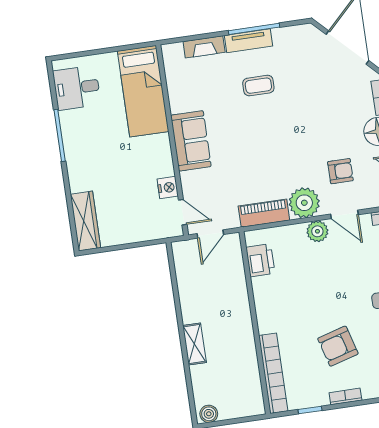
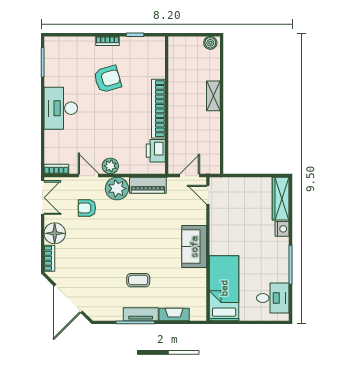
nightstand: (168, 187) -> (282, 229), moved, turned 180
bookcase: (273, 373) -> (158, 109), moved

